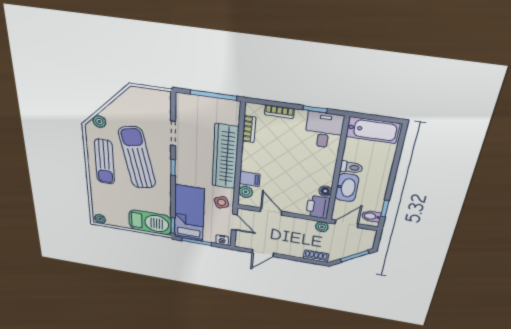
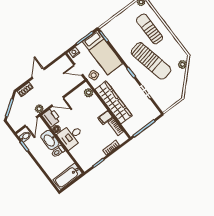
desk: (324, 130) -> (71, 136), moved, turned 90
sun lounger: (105, 162) -> (150, 29), moved
filing cabinet: (250, 179) -> (105, 117), moved
door: (271, 211) -> (58, 101), moved
barbecue: (150, 222) -> (116, 27), removed
door: (263, 253) -> (38, 73), moved

